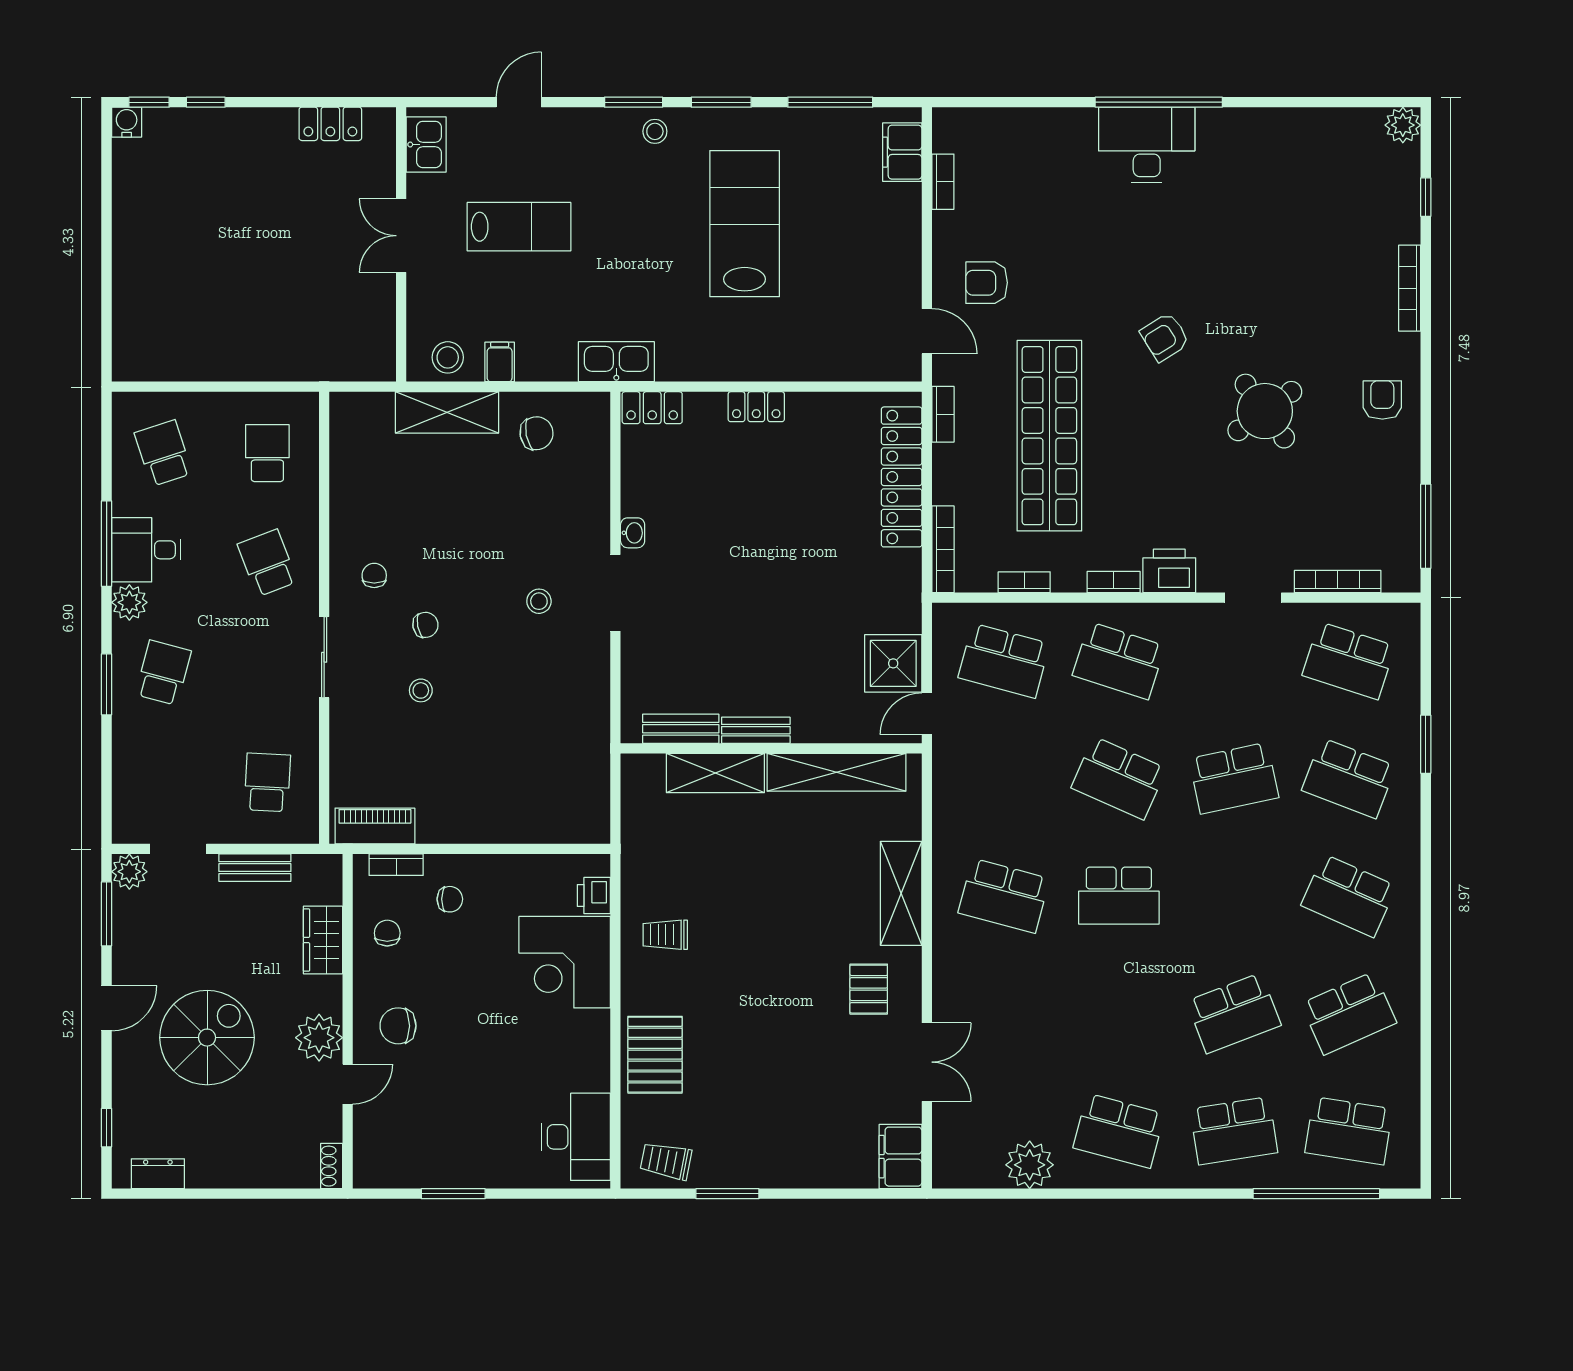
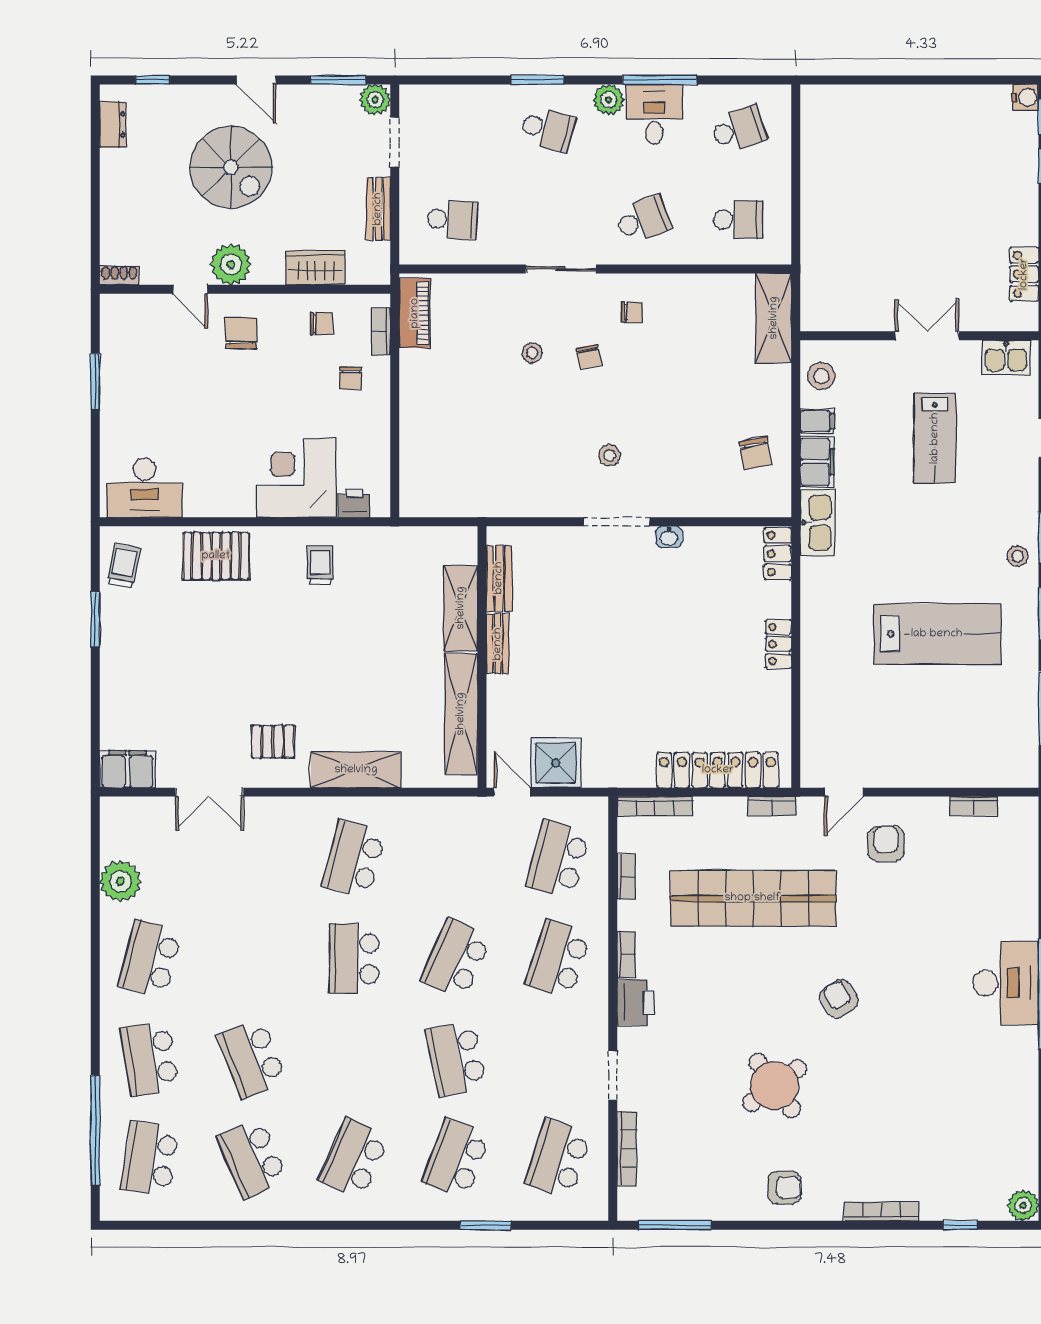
filing cabinet: (902, 152) -> (817, 462), moved, turned 90
shelving: (447, 412) -> (774, 318), moved

